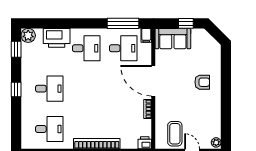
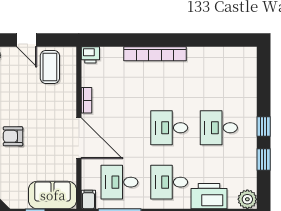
window: (16, 49) -> (264, 159), moved
desk: (49, 129) -> (169, 128), moved

